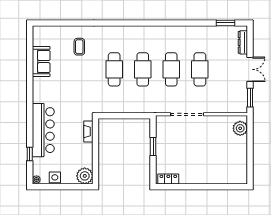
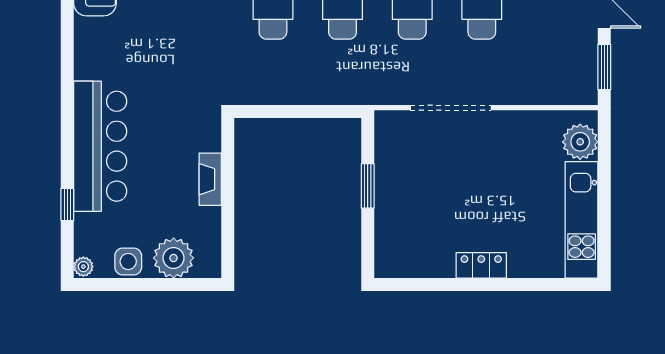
fireplace: (88, 131) -> (210, 179), moved
kitchen unit: (241, 160) -> (582, 220), added
plant: (85, 176) -> (174, 258), moved
locker: (168, 179) -> (481, 265), moved

